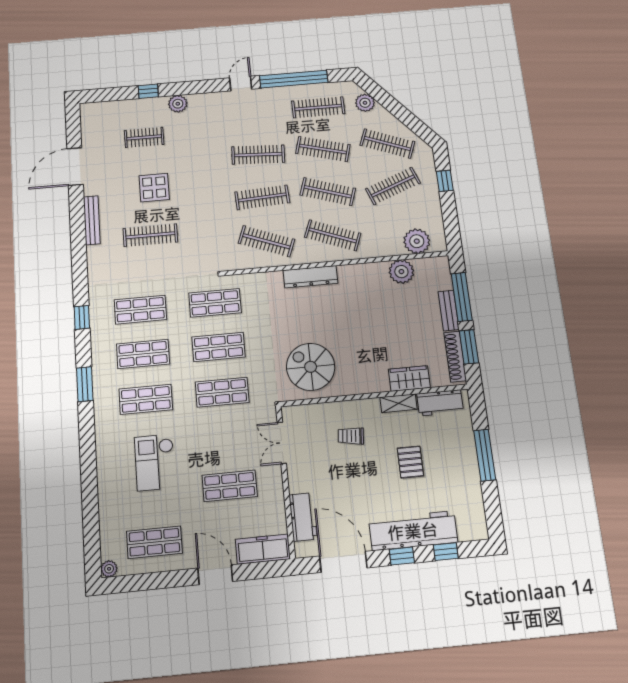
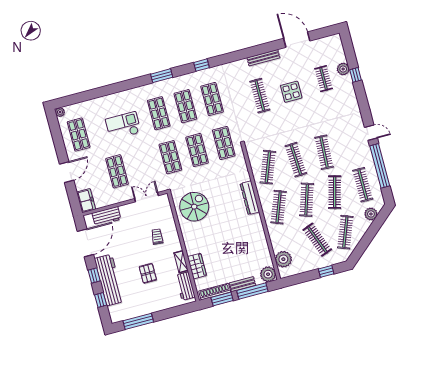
plant: (178, 104) -> (343, 69), moved
plant: (401, 272) -> (268, 274), moved
window: (485, 455) -> (138, 321), moved
pallet: (410, 462) -> (148, 273), turned 90
freezer: (263, 549) -> (86, 201), width x0.71

